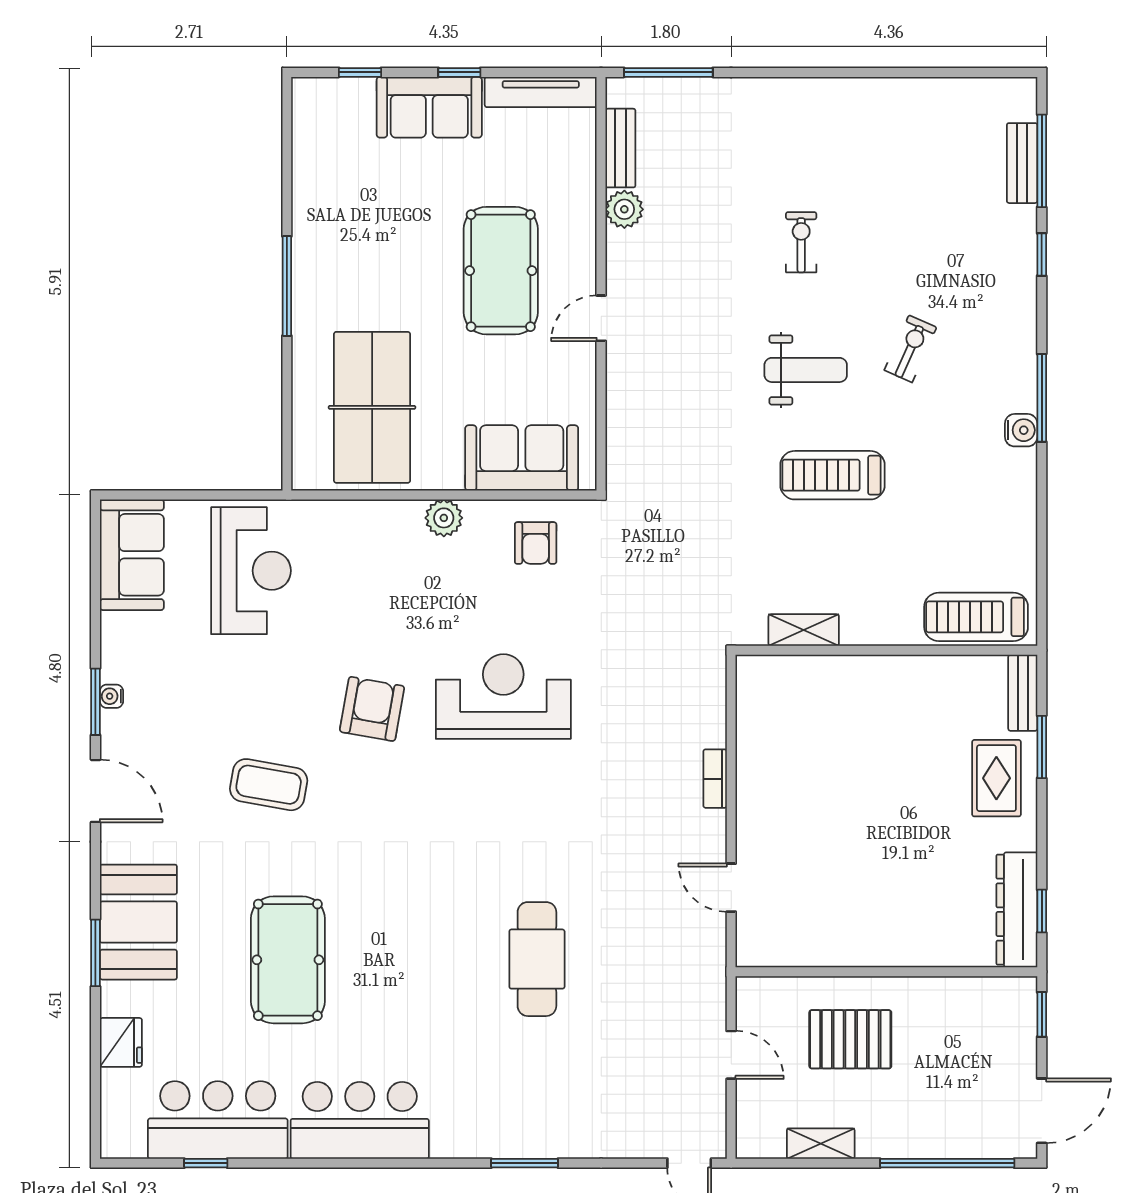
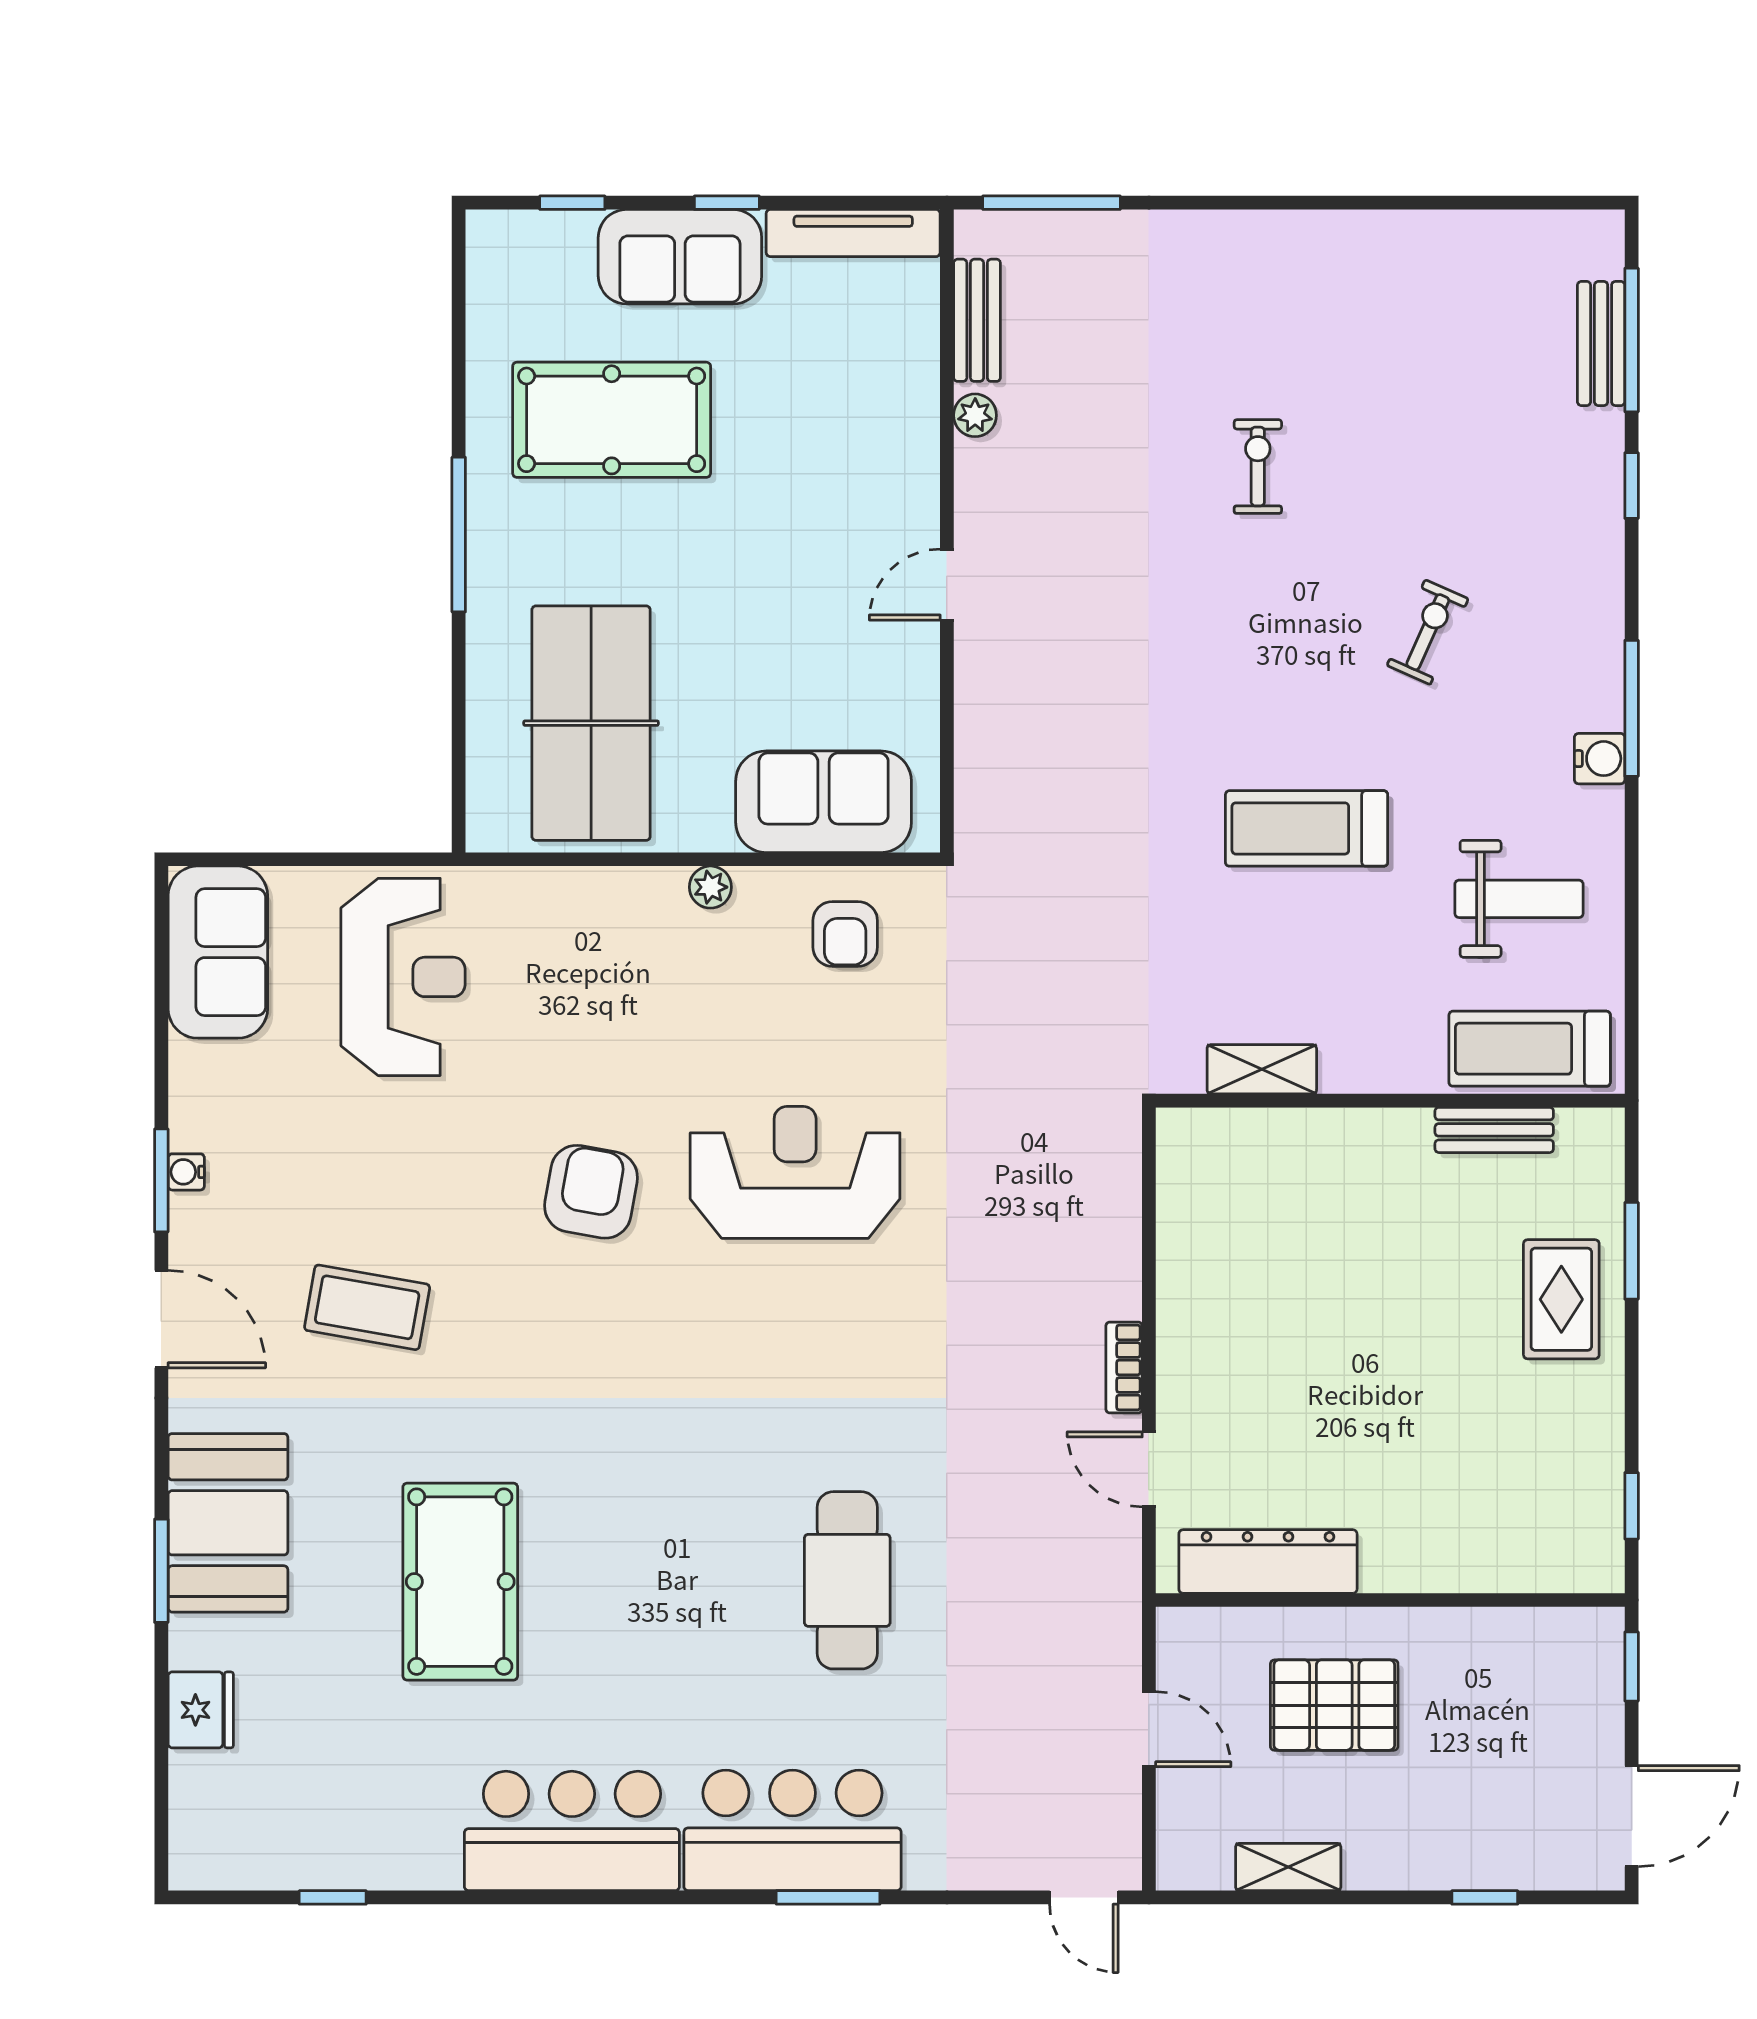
plant: (624, 209) -> (975, 415), width x0.73, depth x0.73
pool table: (501, 271) -> (612, 420), moved, turned 90
weight bench: (806, 370) -> (1519, 899), moved
plant: (444, 518) -> (710, 887), width x0.73, depth x0.73
bench: (1023, 693) -> (1494, 1130), moved, turned 90
bookcase: (715, 779) -> (1124, 1367), moved
coffee table: (269, 785) -> (367, 1307), moved
dresser: (1017, 910) -> (1268, 1562), moved, turned 90
bar counter: (218, 1120) -> (792, 1830), moved
window: (947, 1163) -> (1485, 1897), width x0.32

